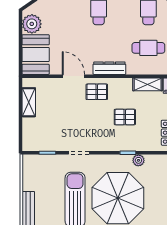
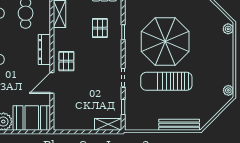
shelving: (29, 102) -> (108, 124), moved
pallet: (125, 117) -> (100, 28), moved
plant: (138, 160) -> (130, 22), removed

